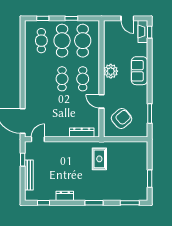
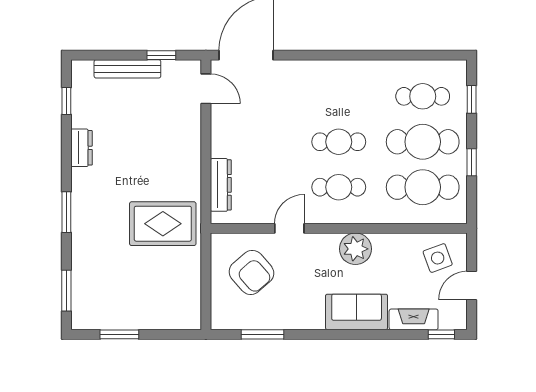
fireplace: (143, 32) -> (414, 319), moved
side table: (115, 34) -> (438, 258), added
rug: (99, 159) -> (163, 224), width x1.36, depth x1.43

